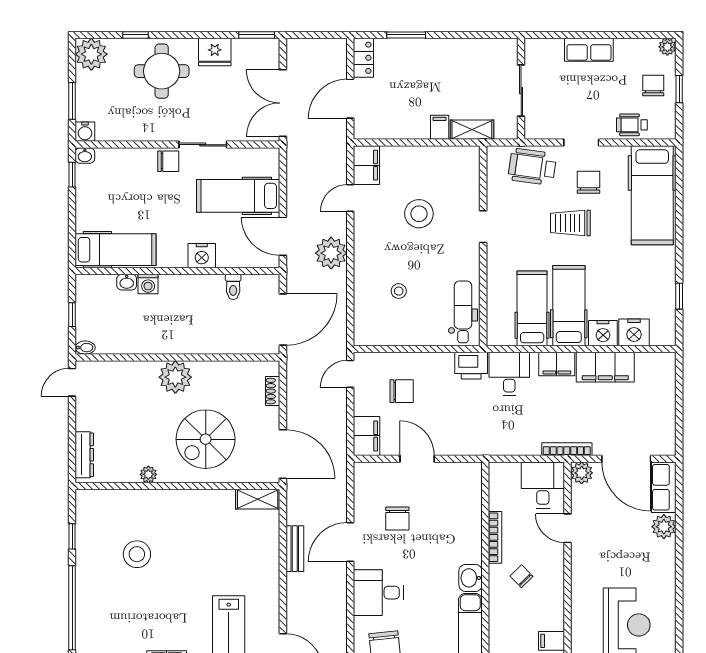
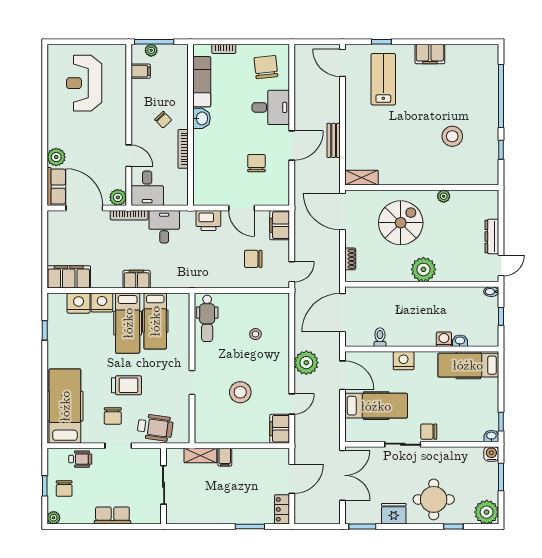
printer: (471, 366) -> (208, 221), moved, turned 180
filing cabinet: (605, 367) -> (69, 277), moved
desk: (509, 374) -> (164, 227), moved, turned 180
dresser: (84, 455) -> (492, 236), moved

